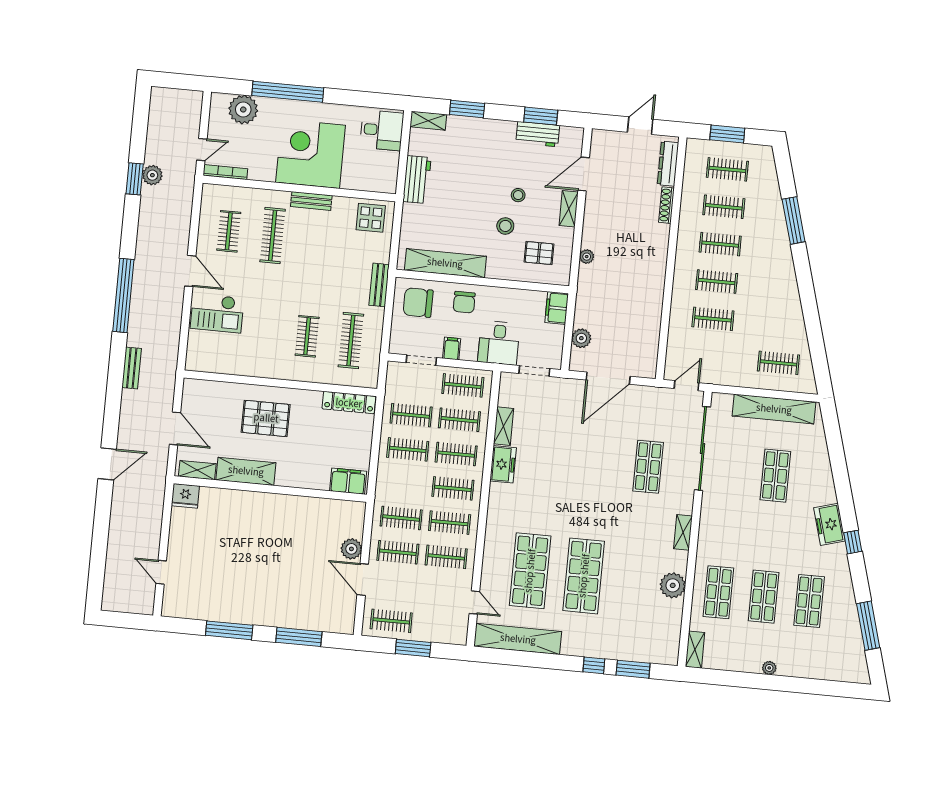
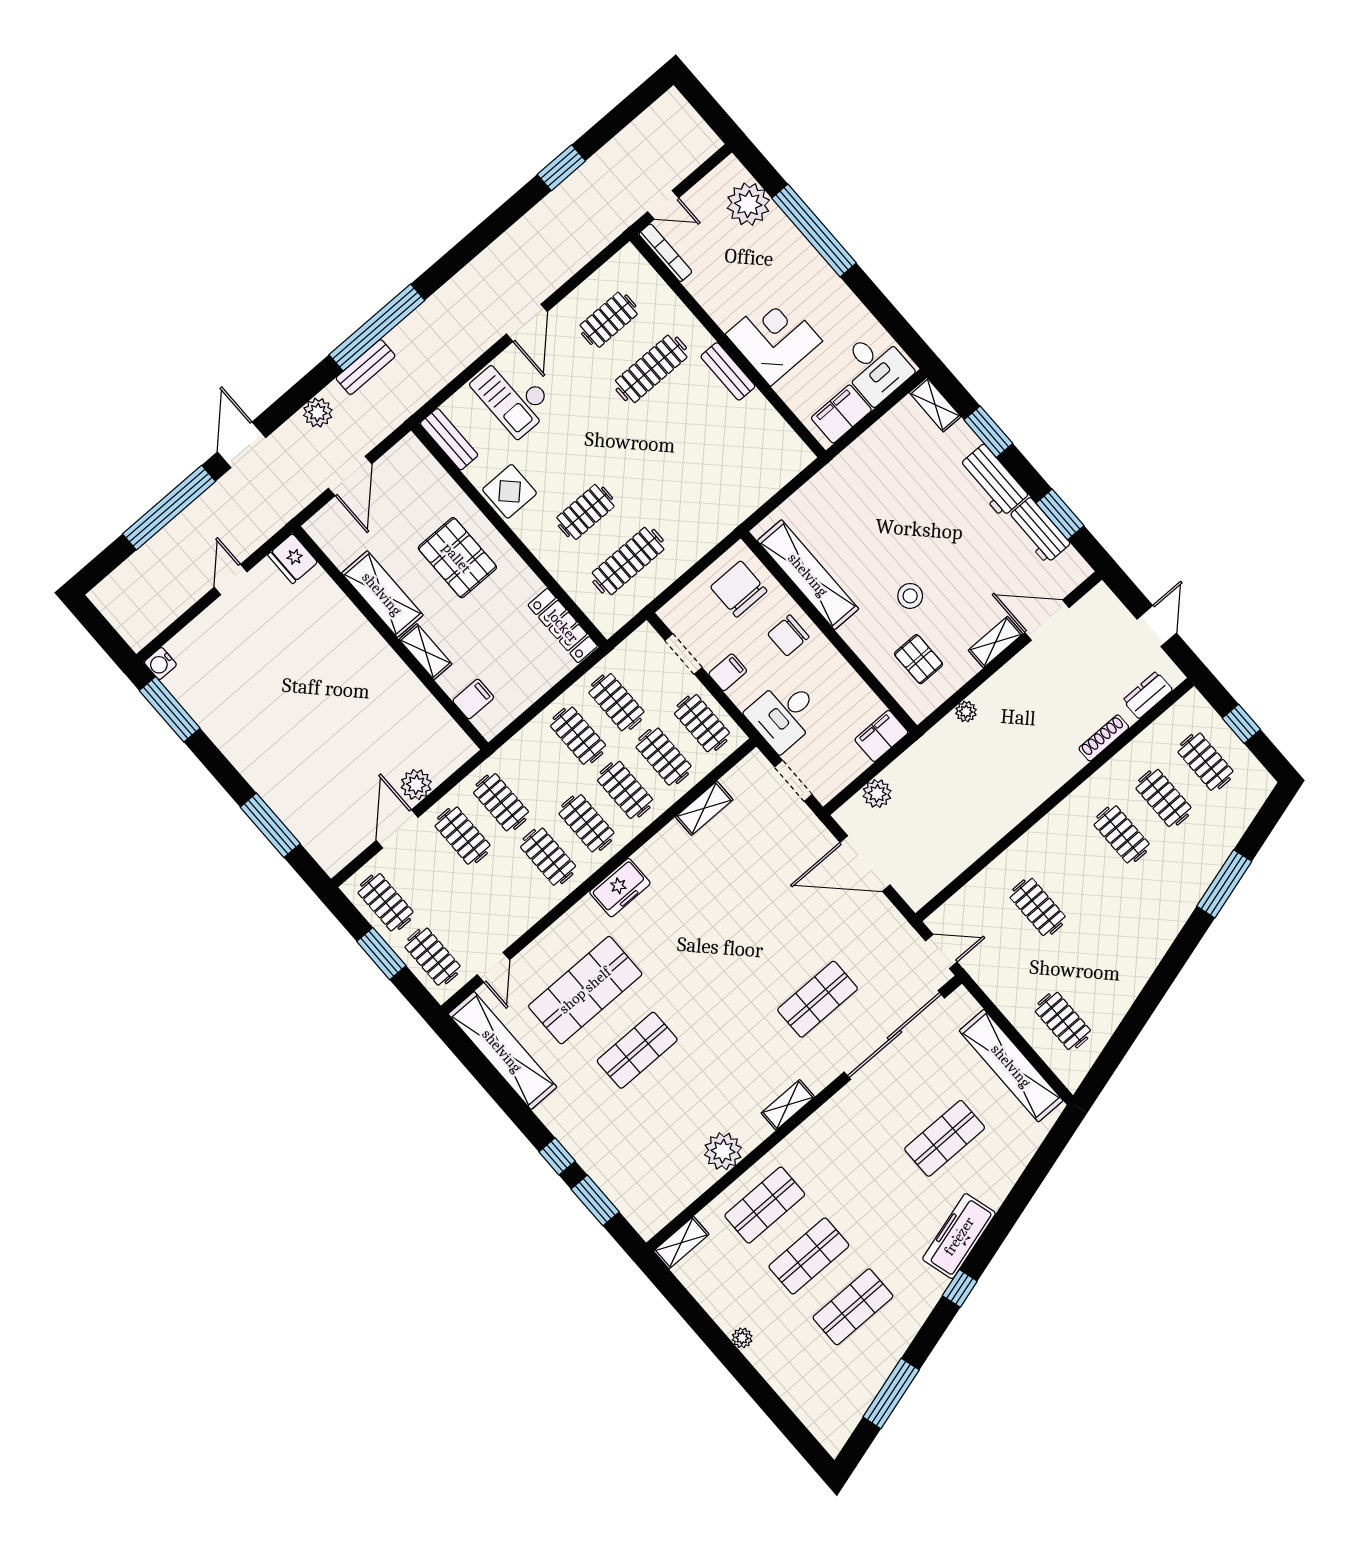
door: (640, 126) -> (1157, 626), hinge flipped
window: (727, 134) -> (1241, 724), width x0.67
corner desk: (311, 154) -> (774, 338), width x0.74, depth x0.74
dresser: (668, 164) -> (1148, 695), width x0.70
filing cabinet: (387, 169) -> (841, 414), added
plant: (152, 175) -> (318, 413), moved
workbench: (417, 180) -> (993, 481), moved, turned 90
stool: (518, 195) -> (955, 576), removed
display table: (371, 218) -> (510, 491), moved
clothes rail: (717, 281) -> (1080, 871), removed
bench: (379, 285) -> (449, 439), moved, turned 90
window: (123, 295) -> (377, 327), moved
door: (107, 464) -> (242, 445), swing flipped
freezer: (503, 464) -> (620, 888), moved
shelving: (197, 470) -> (425, 652), moved
filing cabinet: (348, 481) -> (473, 699), width x0.50
freezer: (829, 524) -> (959, 1236), width x1.40
window: (101, 529) -> (169, 508), added
clothes rail: (446, 557) -> (433, 957), moved
door: (161, 572) -> (231, 579), moved
shop shelf: (584, 576) -> (637, 1050), width x0.70, depth x0.74
water cooler: (169, 609) -> (160, 664), added
window: (229, 630) -> (170, 709), moved

